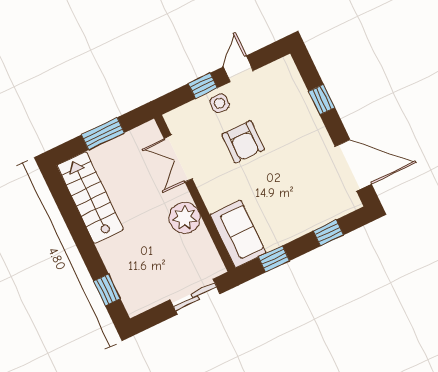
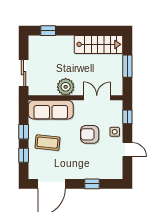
window: (203, 86) -> (127, 117), moved
coffee table: (289, 204) -> (47, 143), added
sofa: (238, 234) -> (51, 110), width x1.36
window: (274, 259) -> (24, 132), moved

